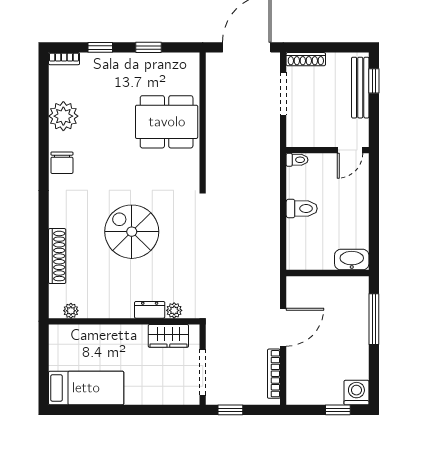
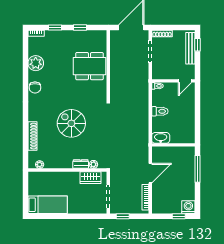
washbasin: (352, 260) -> (161, 138), moved

